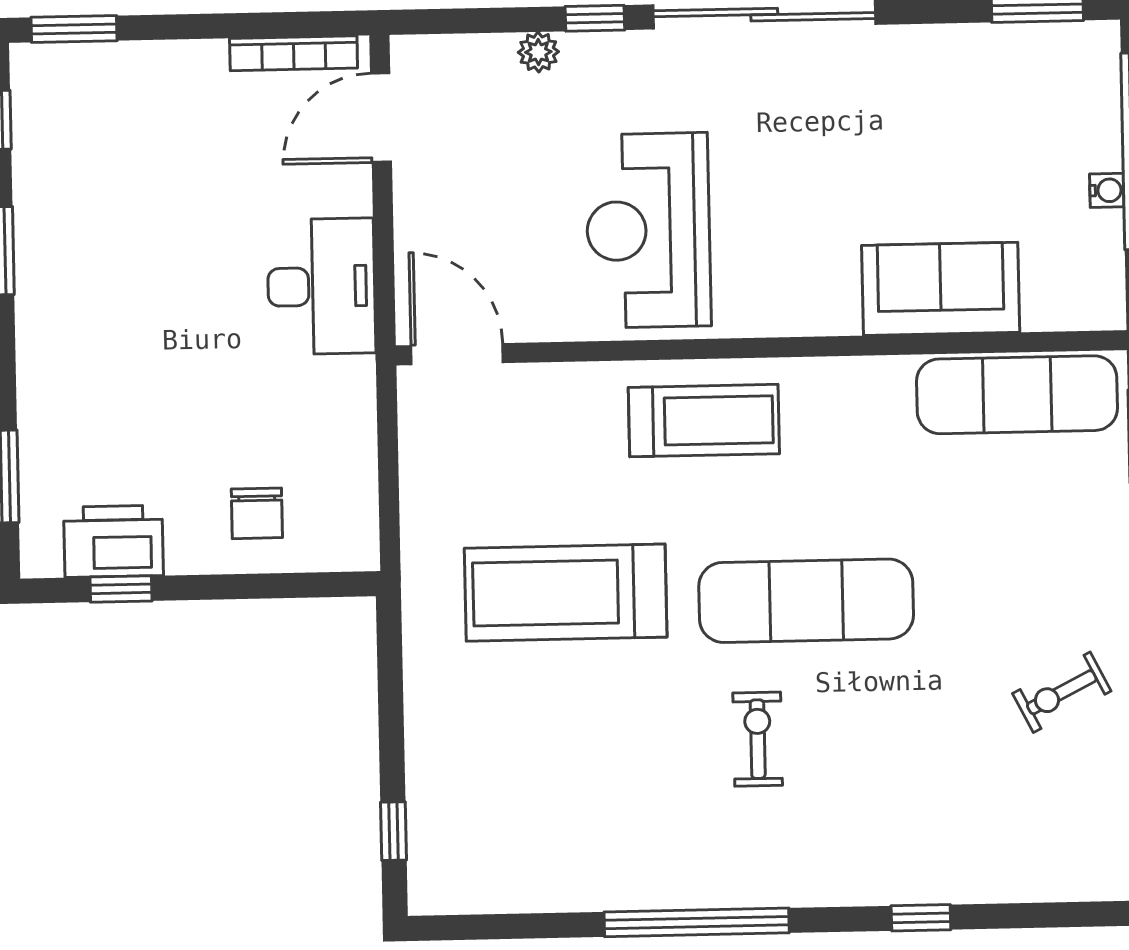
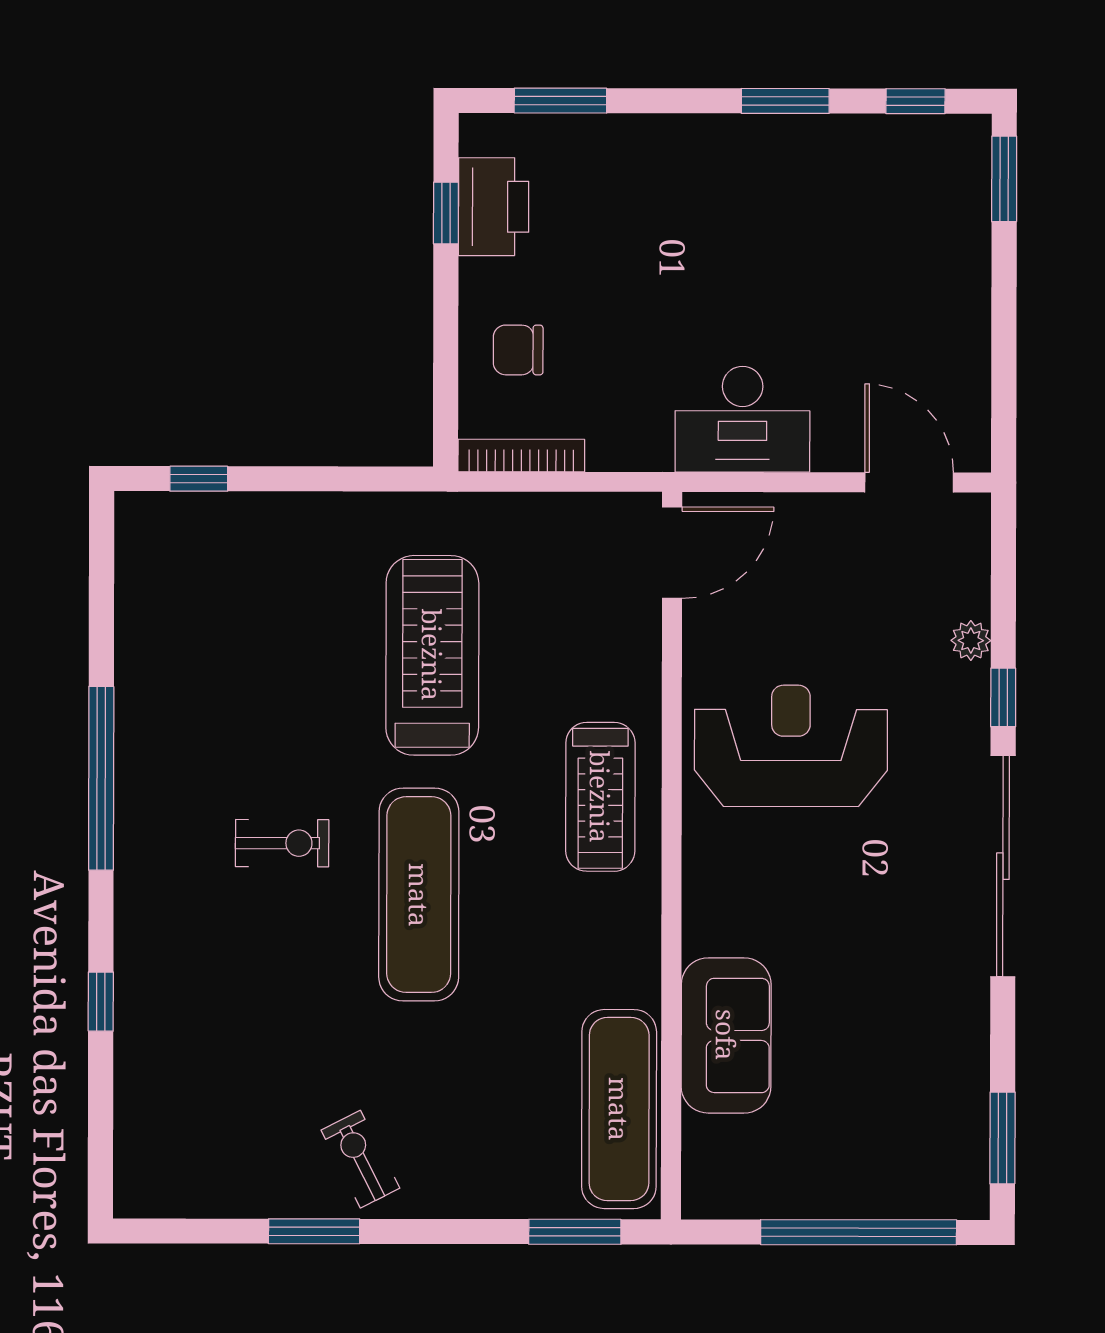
bookcase: (294, 53) -> (521, 456), moved, turned 90
water cooler: (1107, 190) -> (820, 1203), removed
exercise bike: (1062, 692) -> (360, 1159), moved

